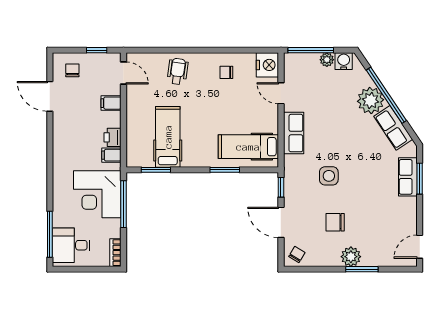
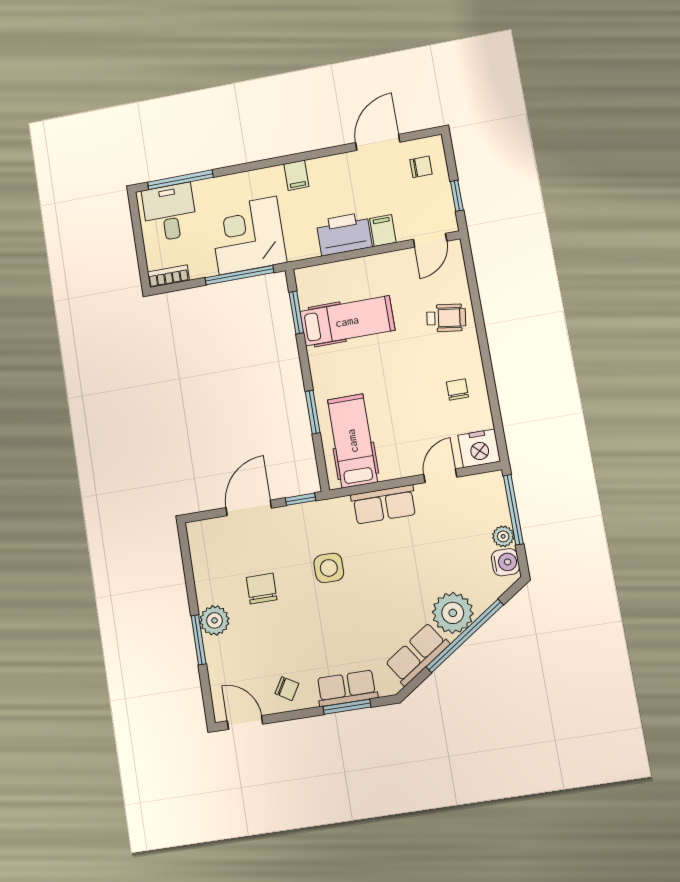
printer: (112, 137) -> (344, 234), width x1.87, depth x1.48
filing cabinet: (111, 155) -> (296, 175), moved, turned 180
chair: (297, 255) -> (287, 689), moved

